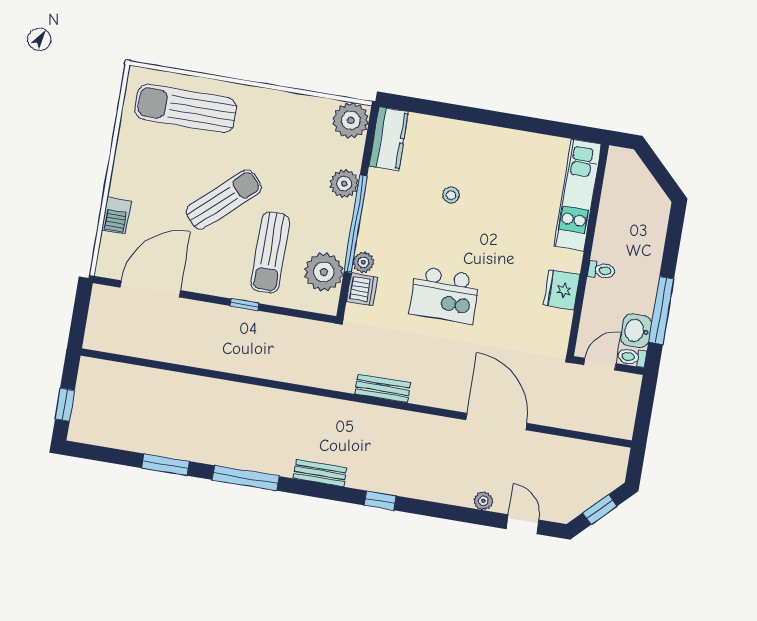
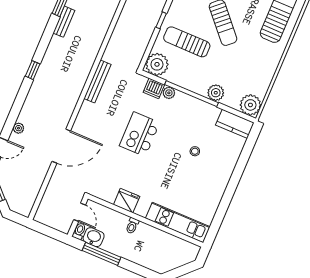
plant: (324, 272) -> (157, 64), moved
bench: (383, 388) -> (97, 82), width x1.36
bench: (320, 473) -> (64, 22), moved

